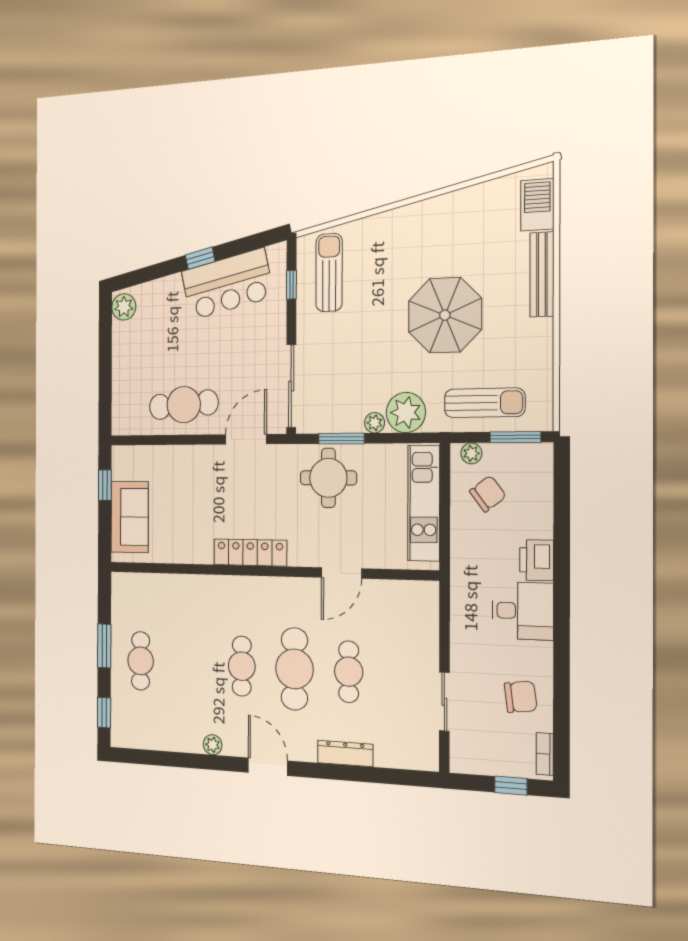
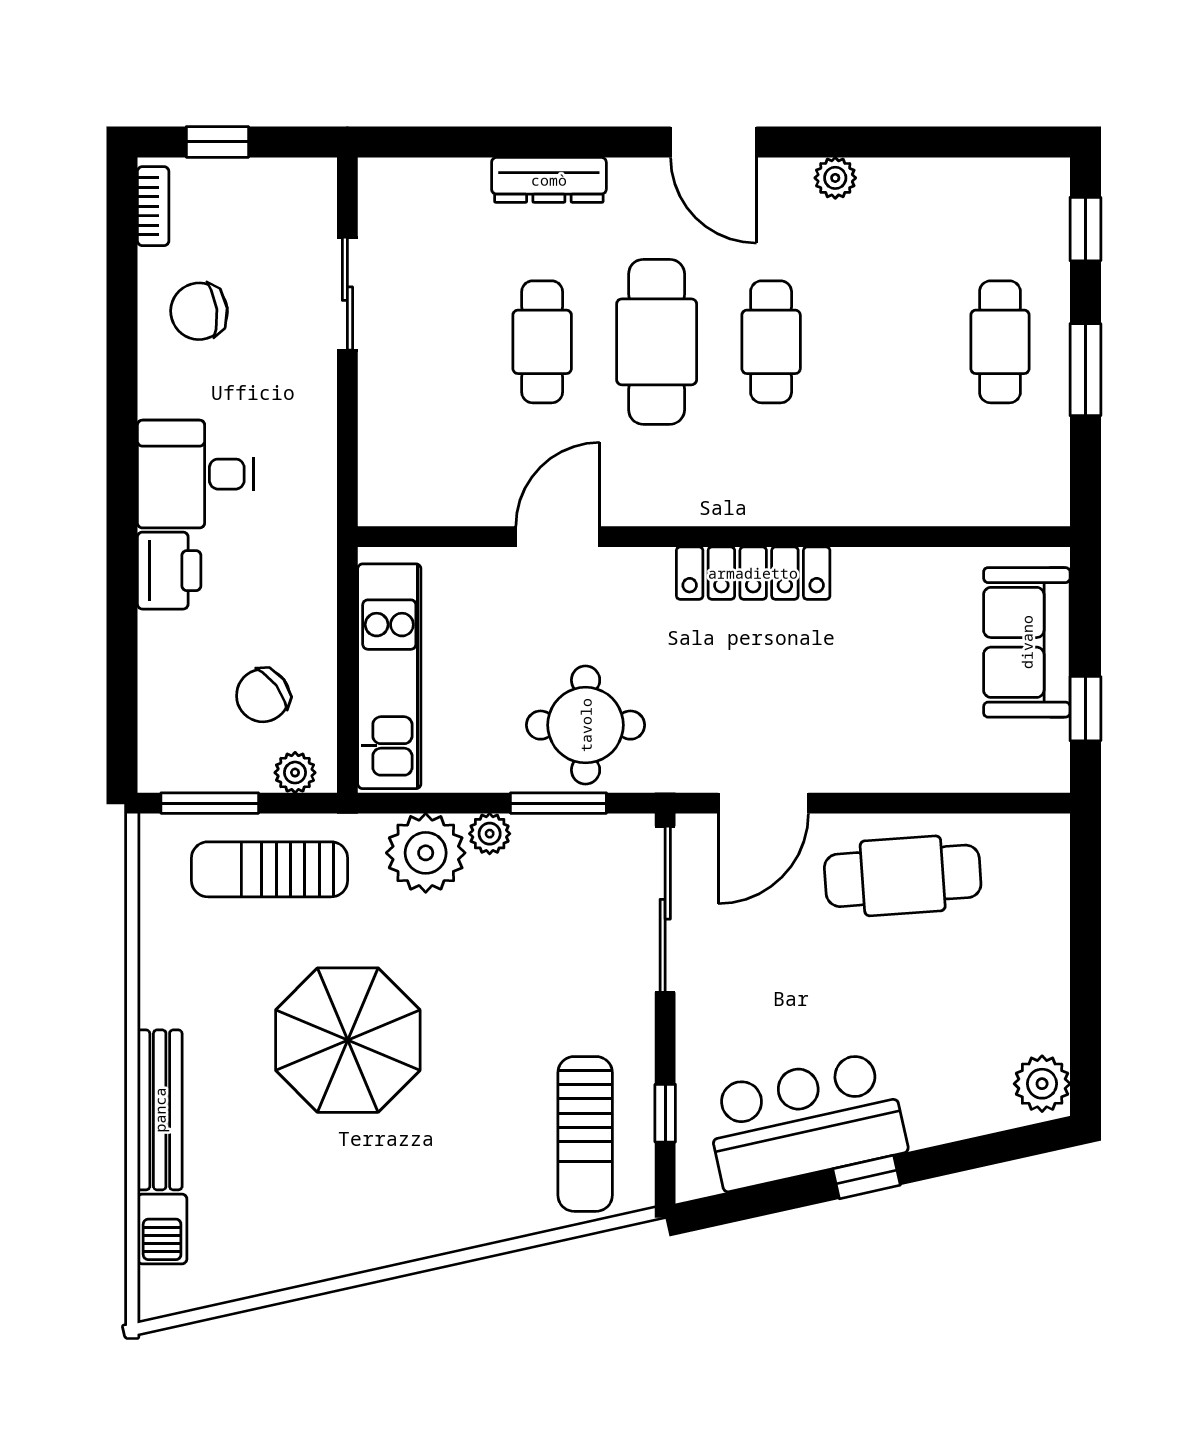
barbecue: (537, 205) -> (162, 1229), width x0.73, depth x0.79

